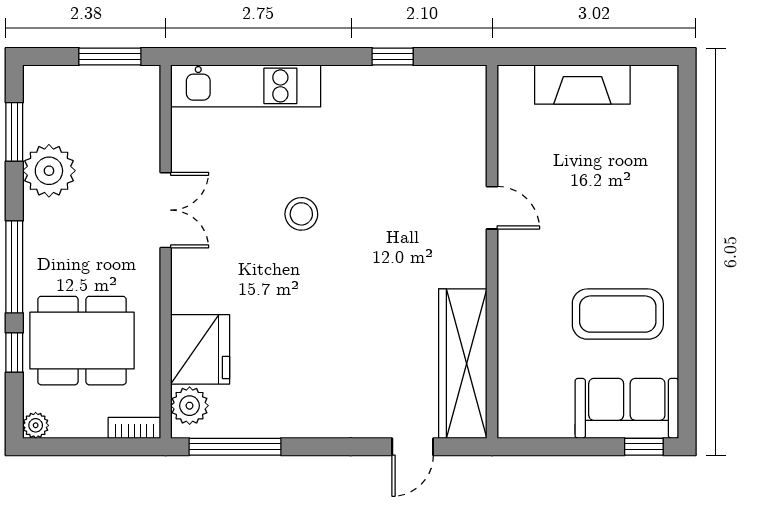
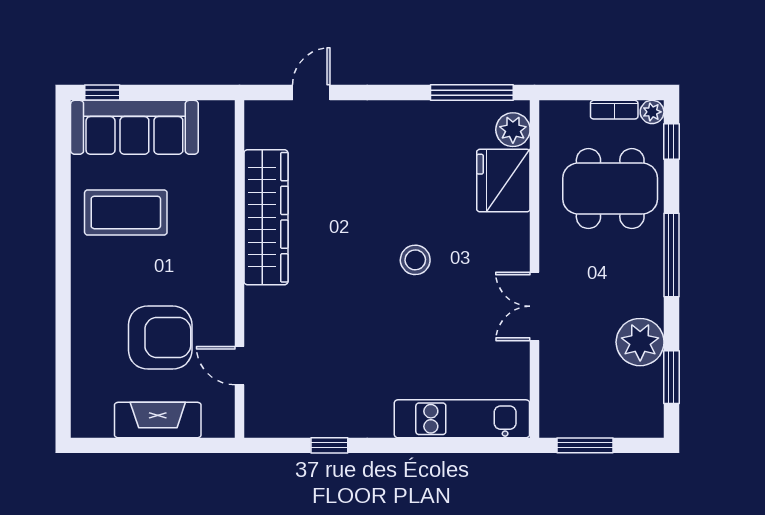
armchair: (580, 176) -> (160, 338), added
door: (492, 208) -> (240, 366), moved
stool: (301, 214) -> (415, 260), moved
window: (14, 353) -> (671, 141), moved
wardrobe: (463, 364) -> (266, 217), moved
sofa: (627, 408) -> (134, 127), width x1.36
bookcase: (134, 428) -> (614, 110), moved

